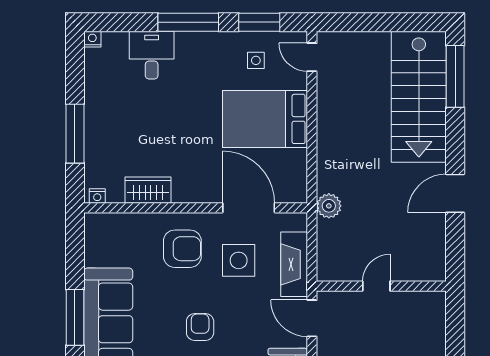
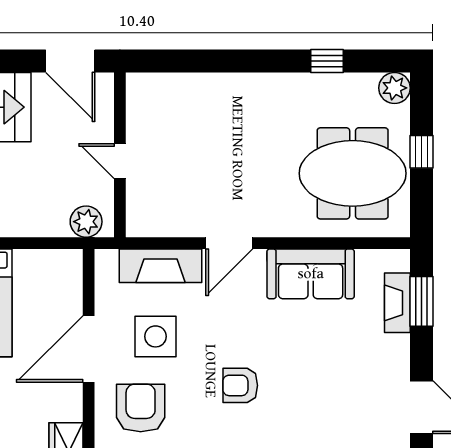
door: (249, 208) -> (89, 349), moved
door: (376, 286) -> (120, 161), moved
wall: (381, 286) -> (120, 155), moved

